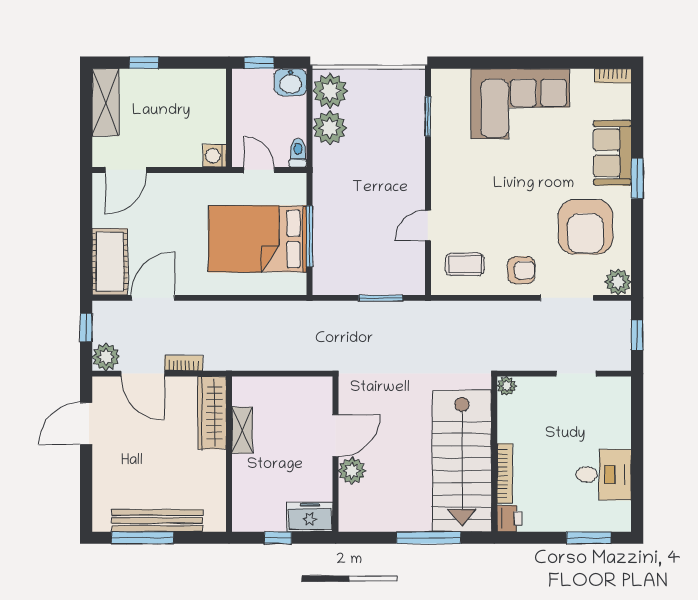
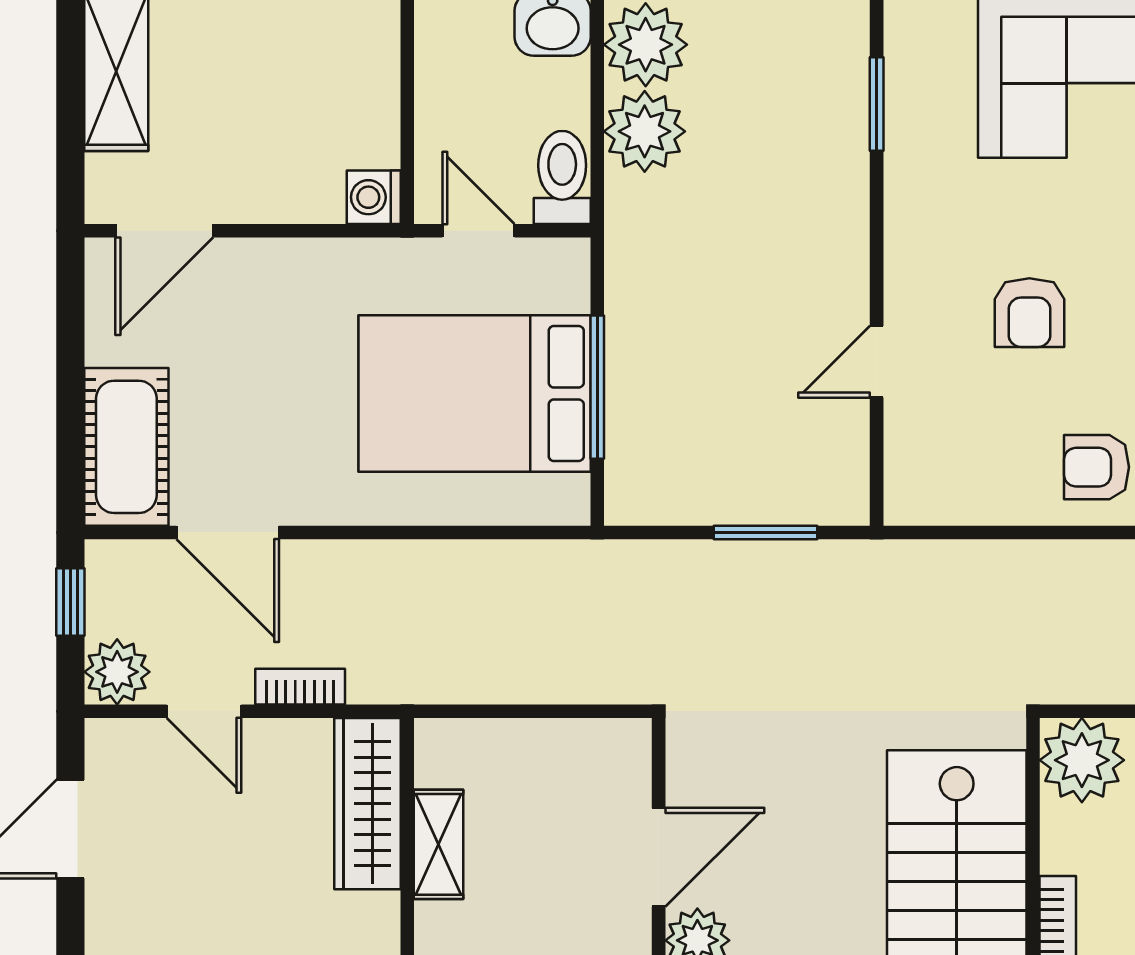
toilet: (298, 153) -> (562, 177), width x1.37, depth x1.39
armchair: (493, 205) -> (1029, 313), added
coffee table: (465, 264) -> (964, 453), removed
armchair: (521, 270) -> (1097, 467), turned 180
door: (153, 298) -> (228, 532), swing flipped
door: (143, 374) -> (204, 711), width x0.73
plant: (507, 386) -> (1082, 760), width x1.88, depth x1.88

